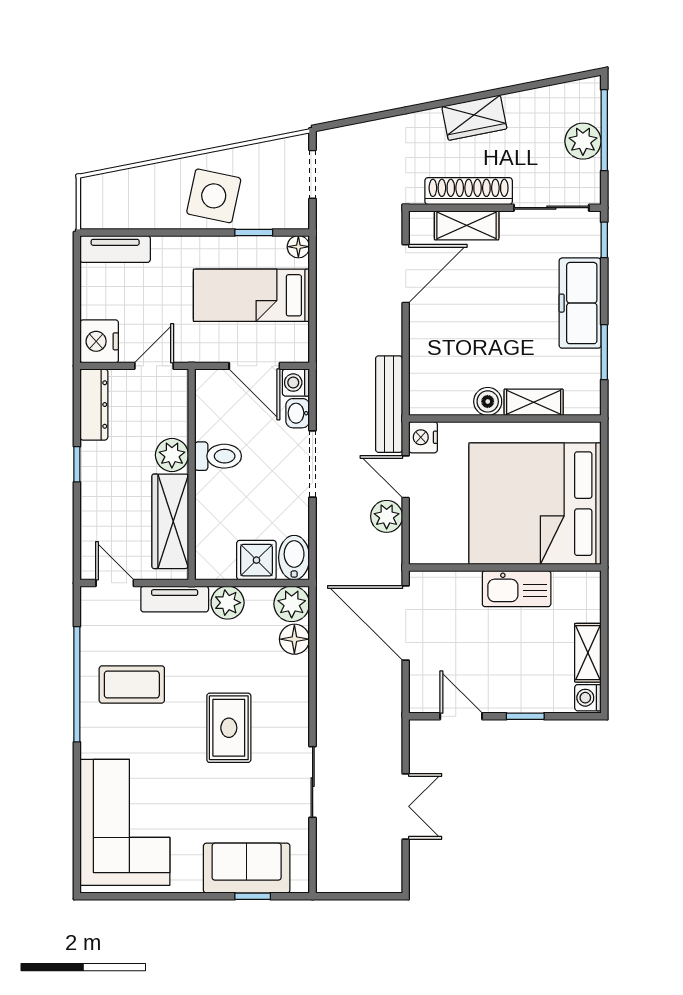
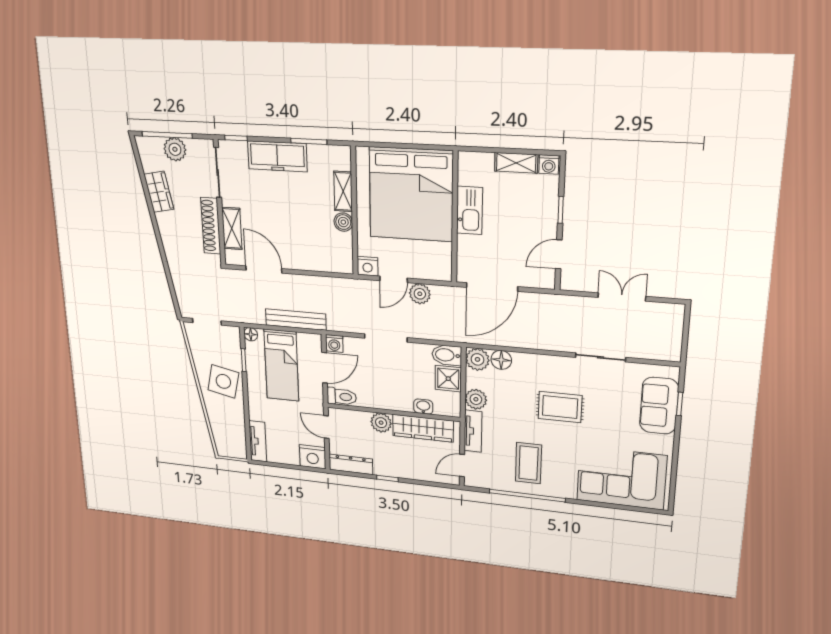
wardrobe: (474, 118) -> (159, 192), moved
bench: (389, 404) -> (296, 320), moved
washbasin: (298, 413) -> (423, 407), moved, turned 180
toilet: (218, 456) -> (342, 397), moved, turned 90

